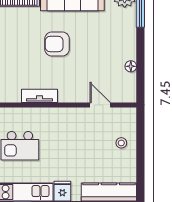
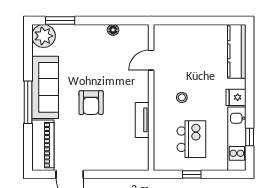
stool: (121, 143) -> (182, 97), moved

